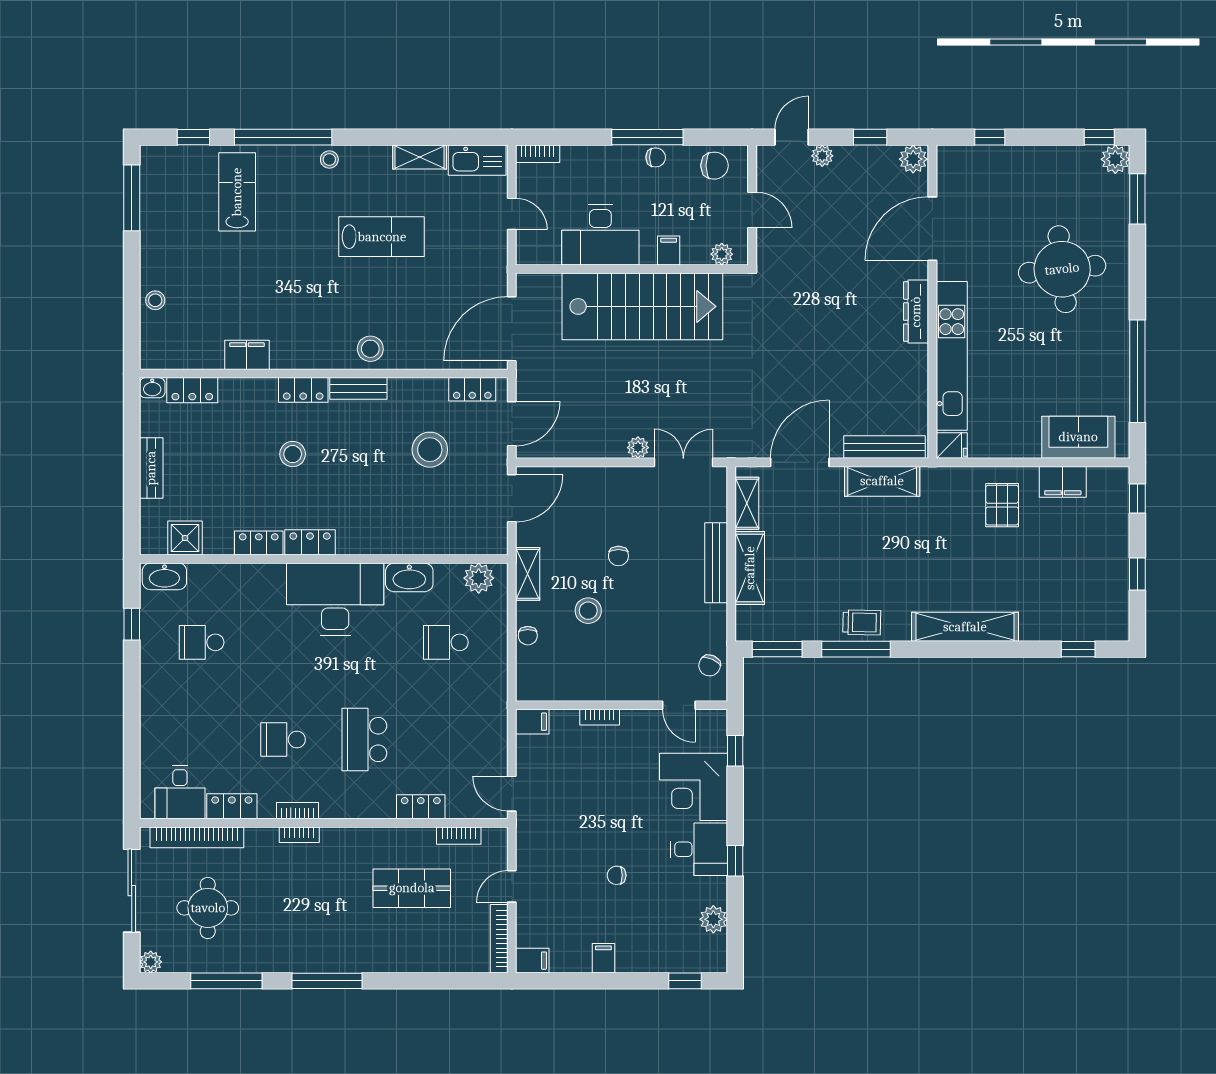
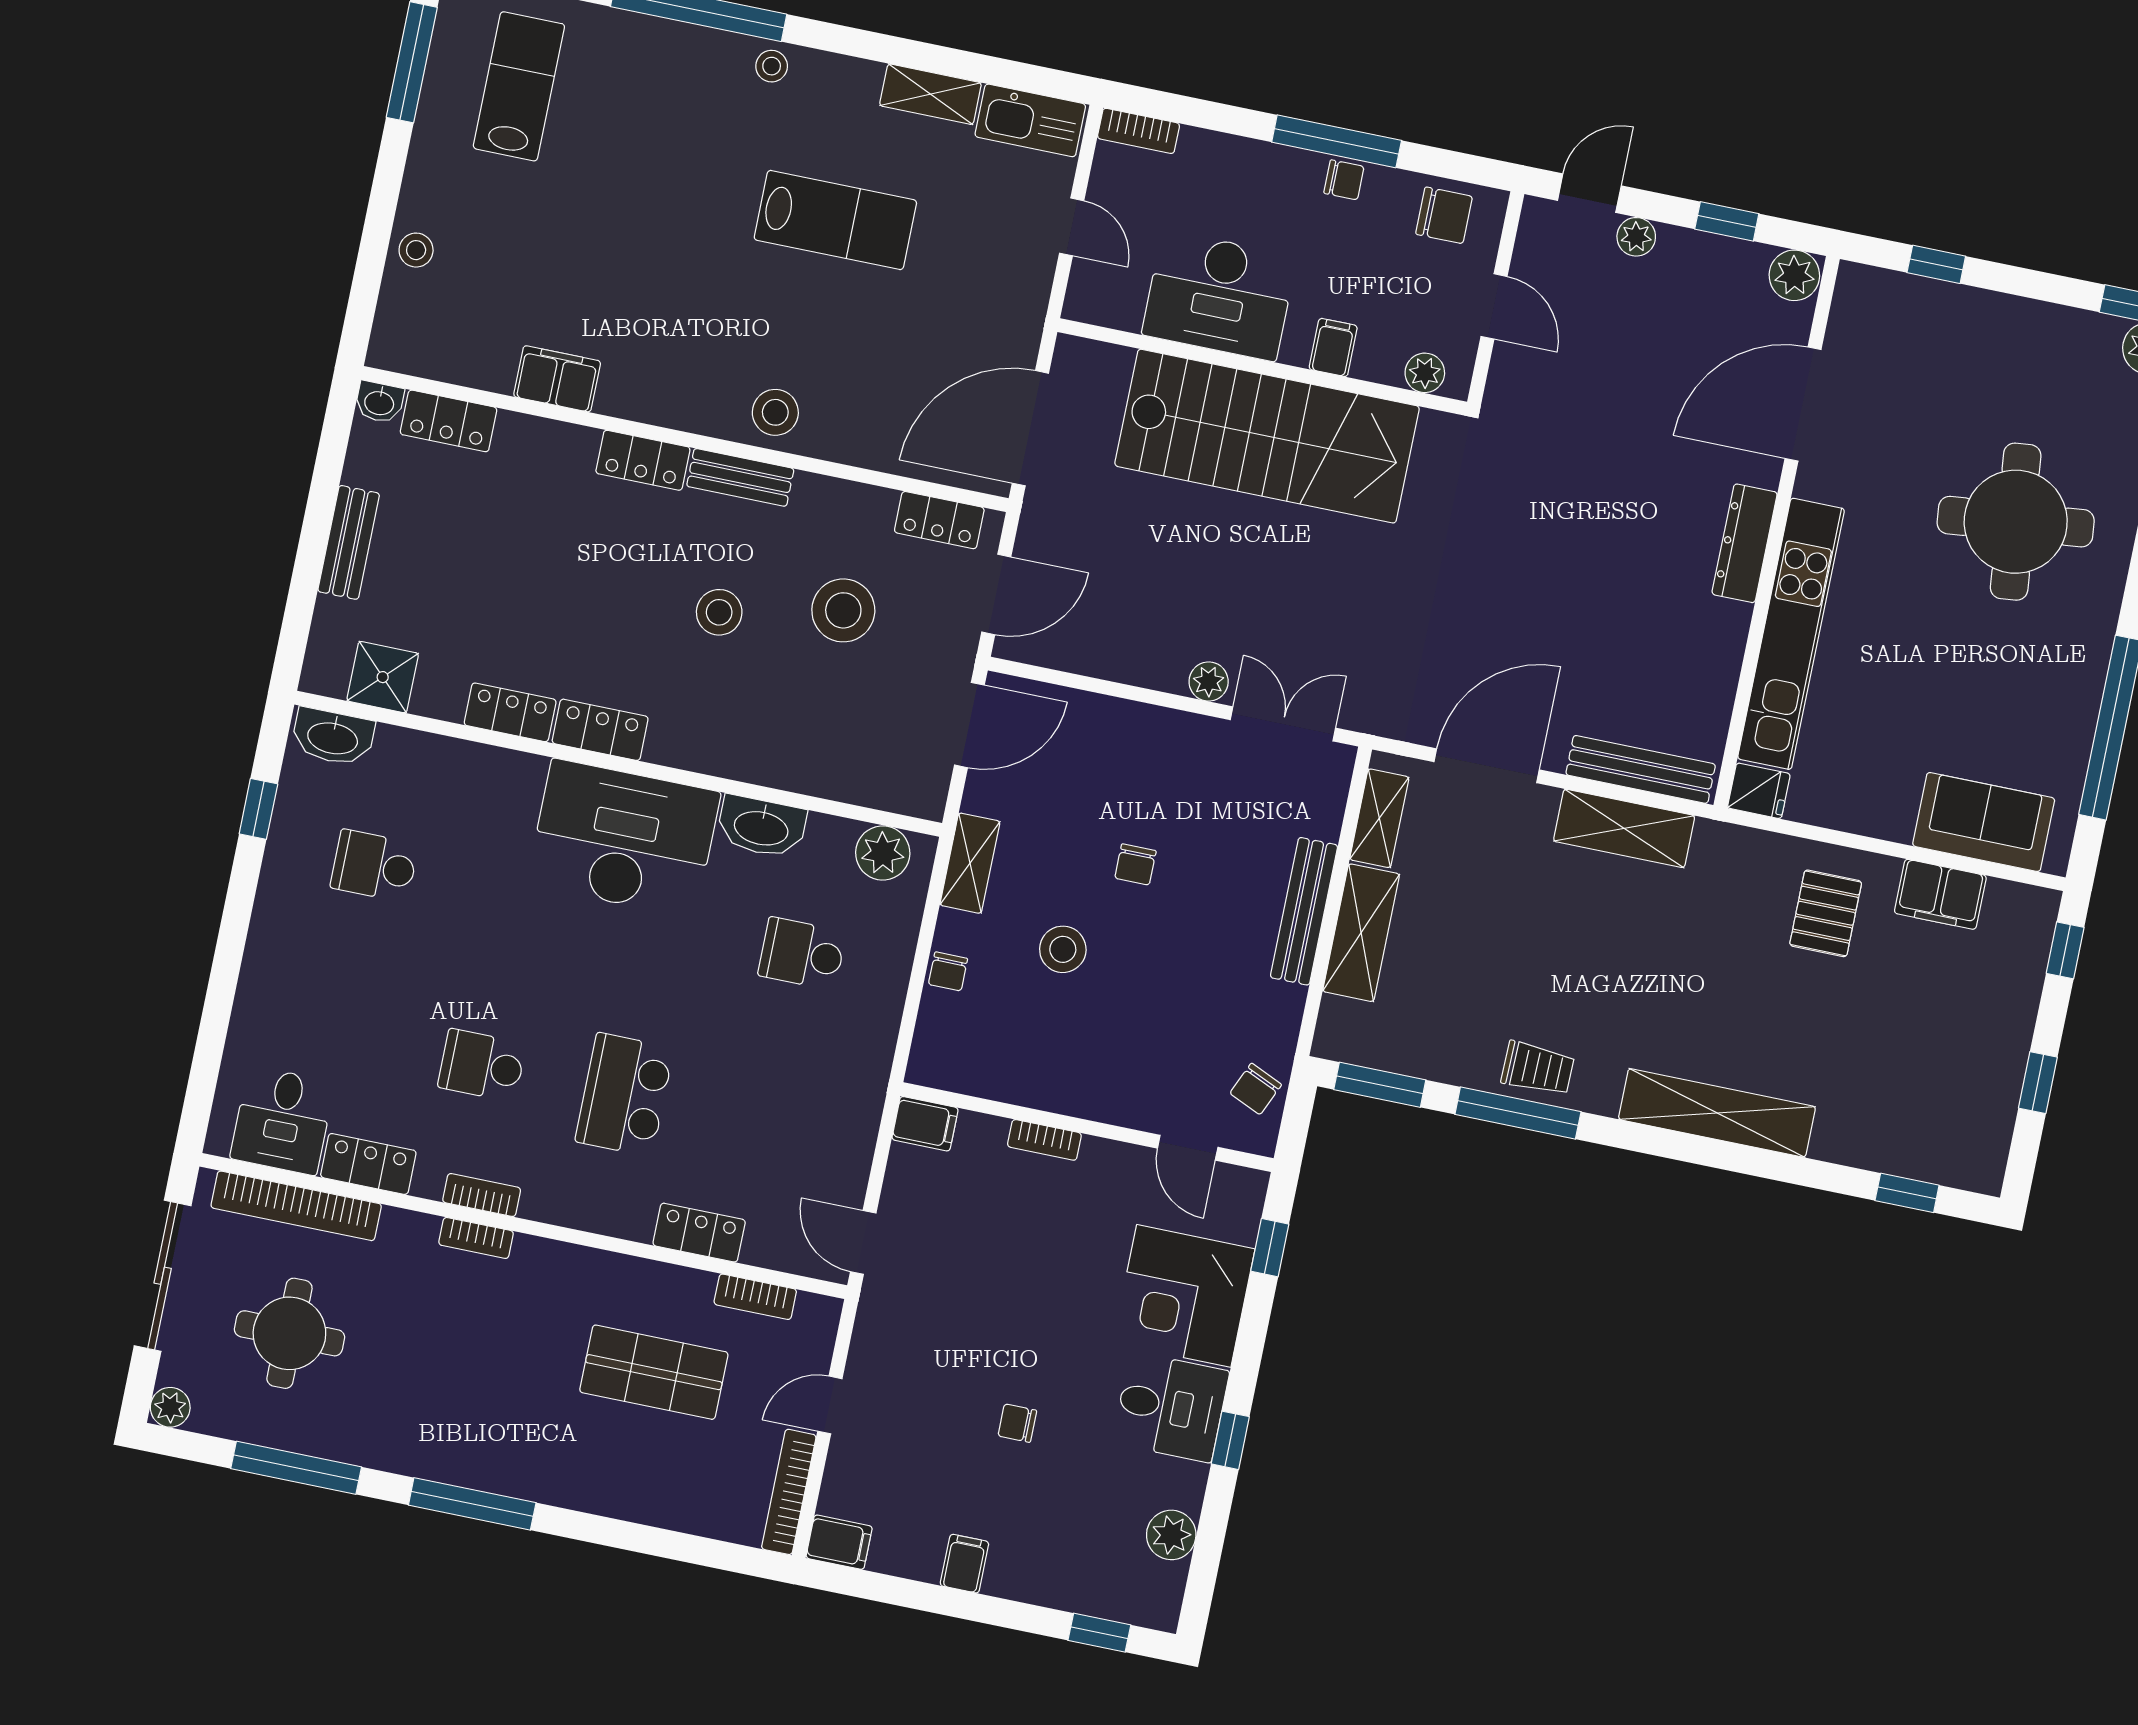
lab bench: (237, 192) -> (519, 86), moved
stool: (293, 454) -> (719, 612), moved

